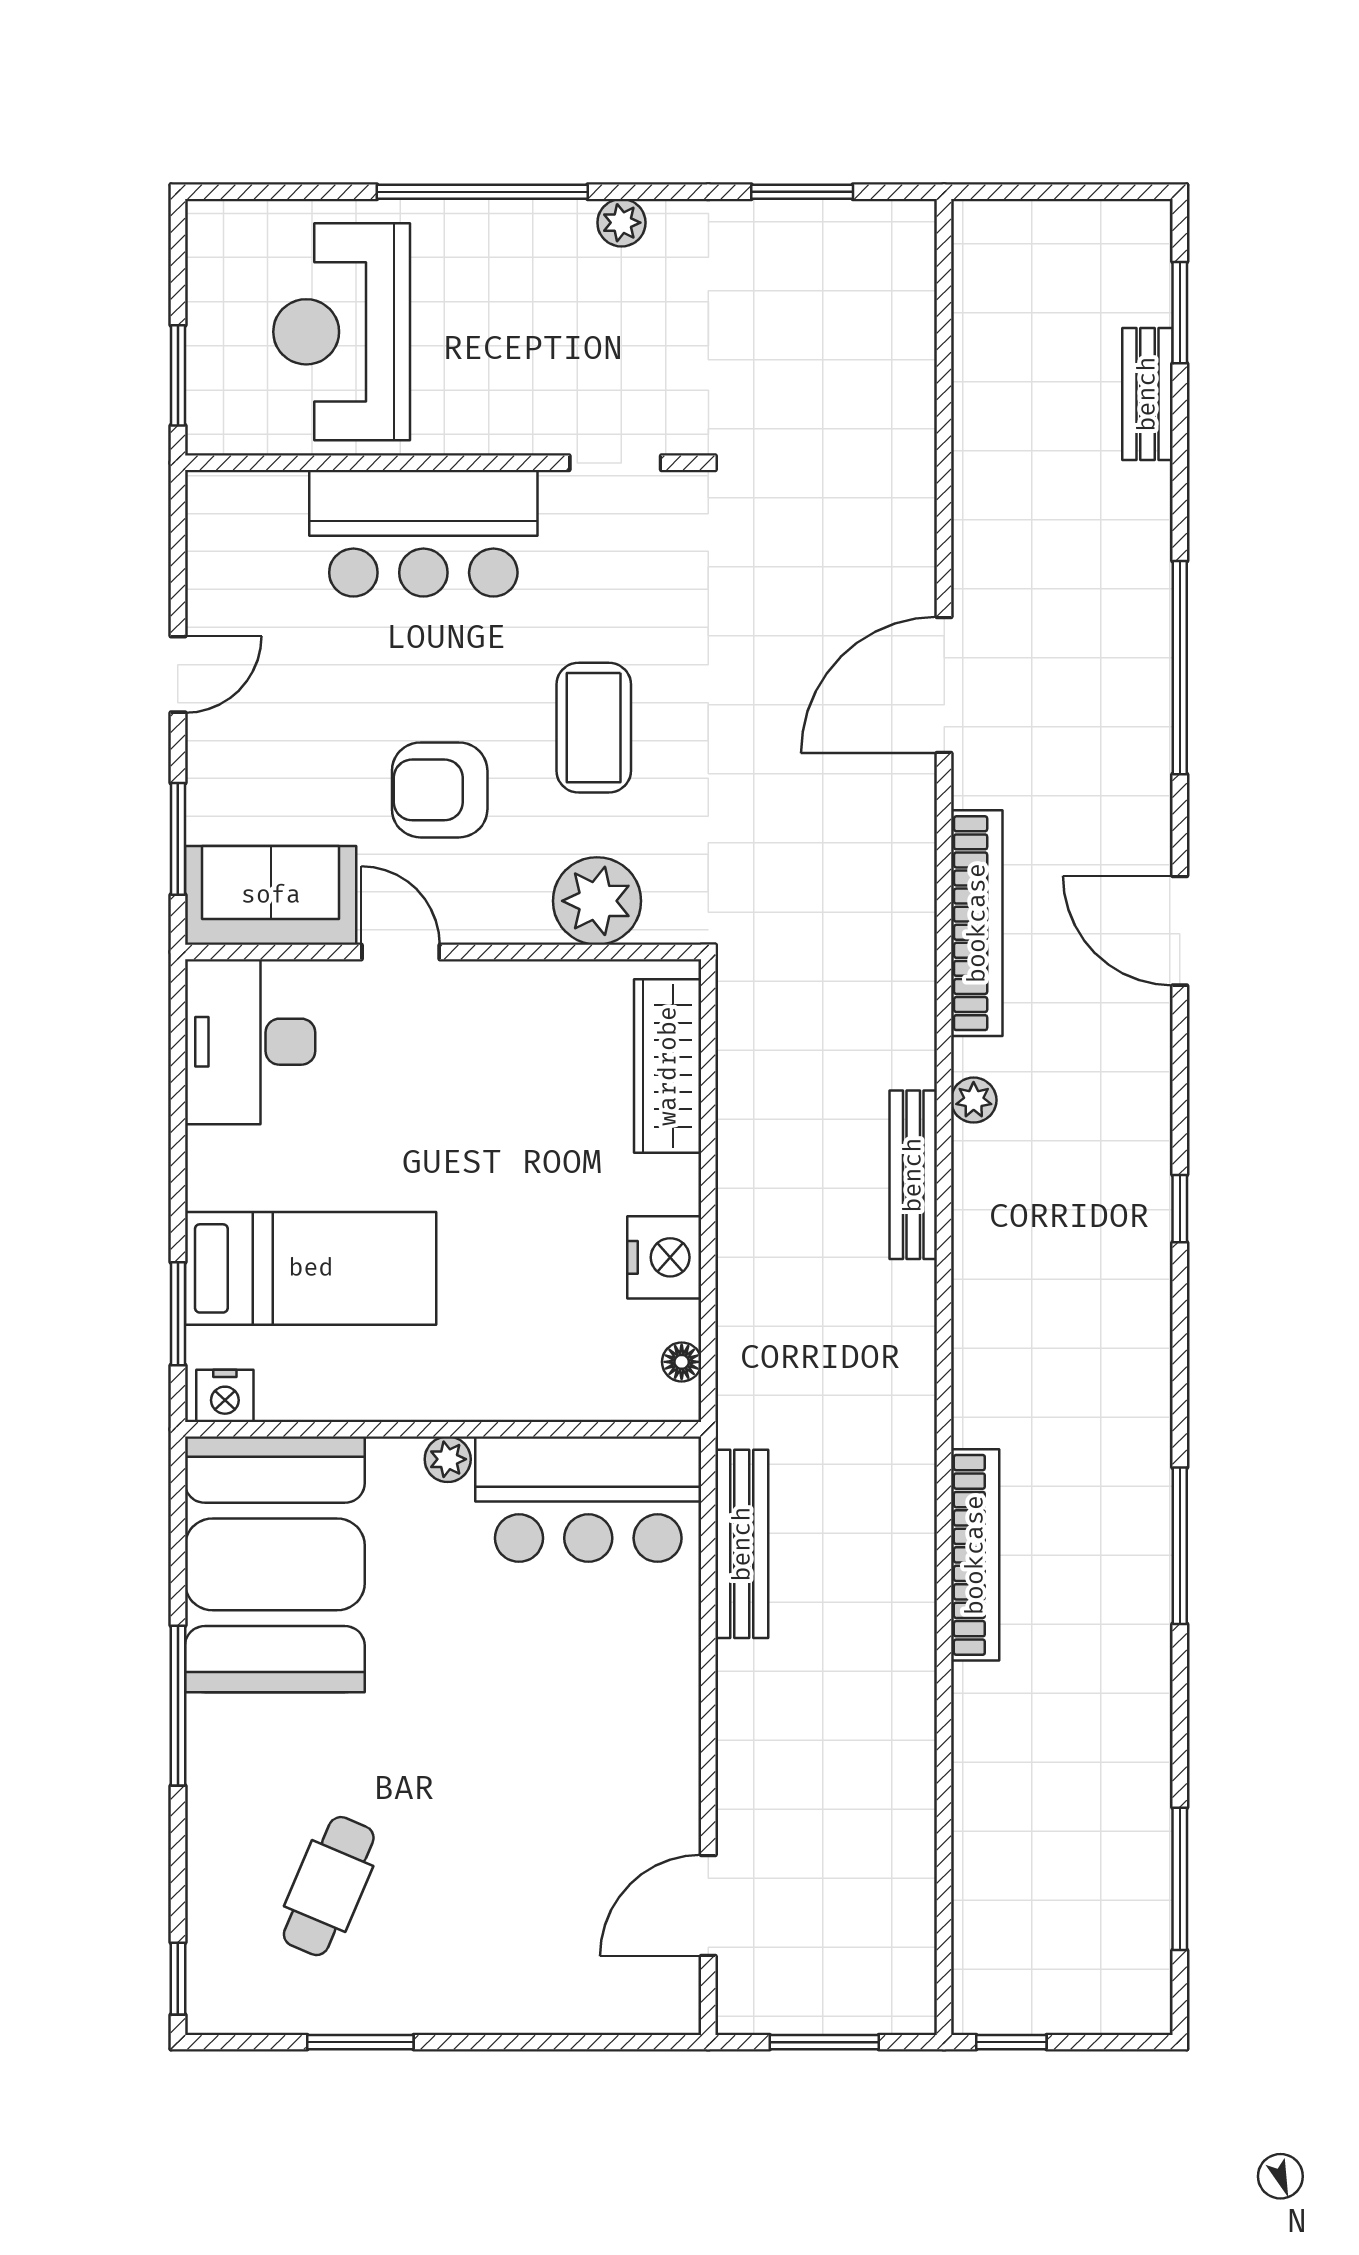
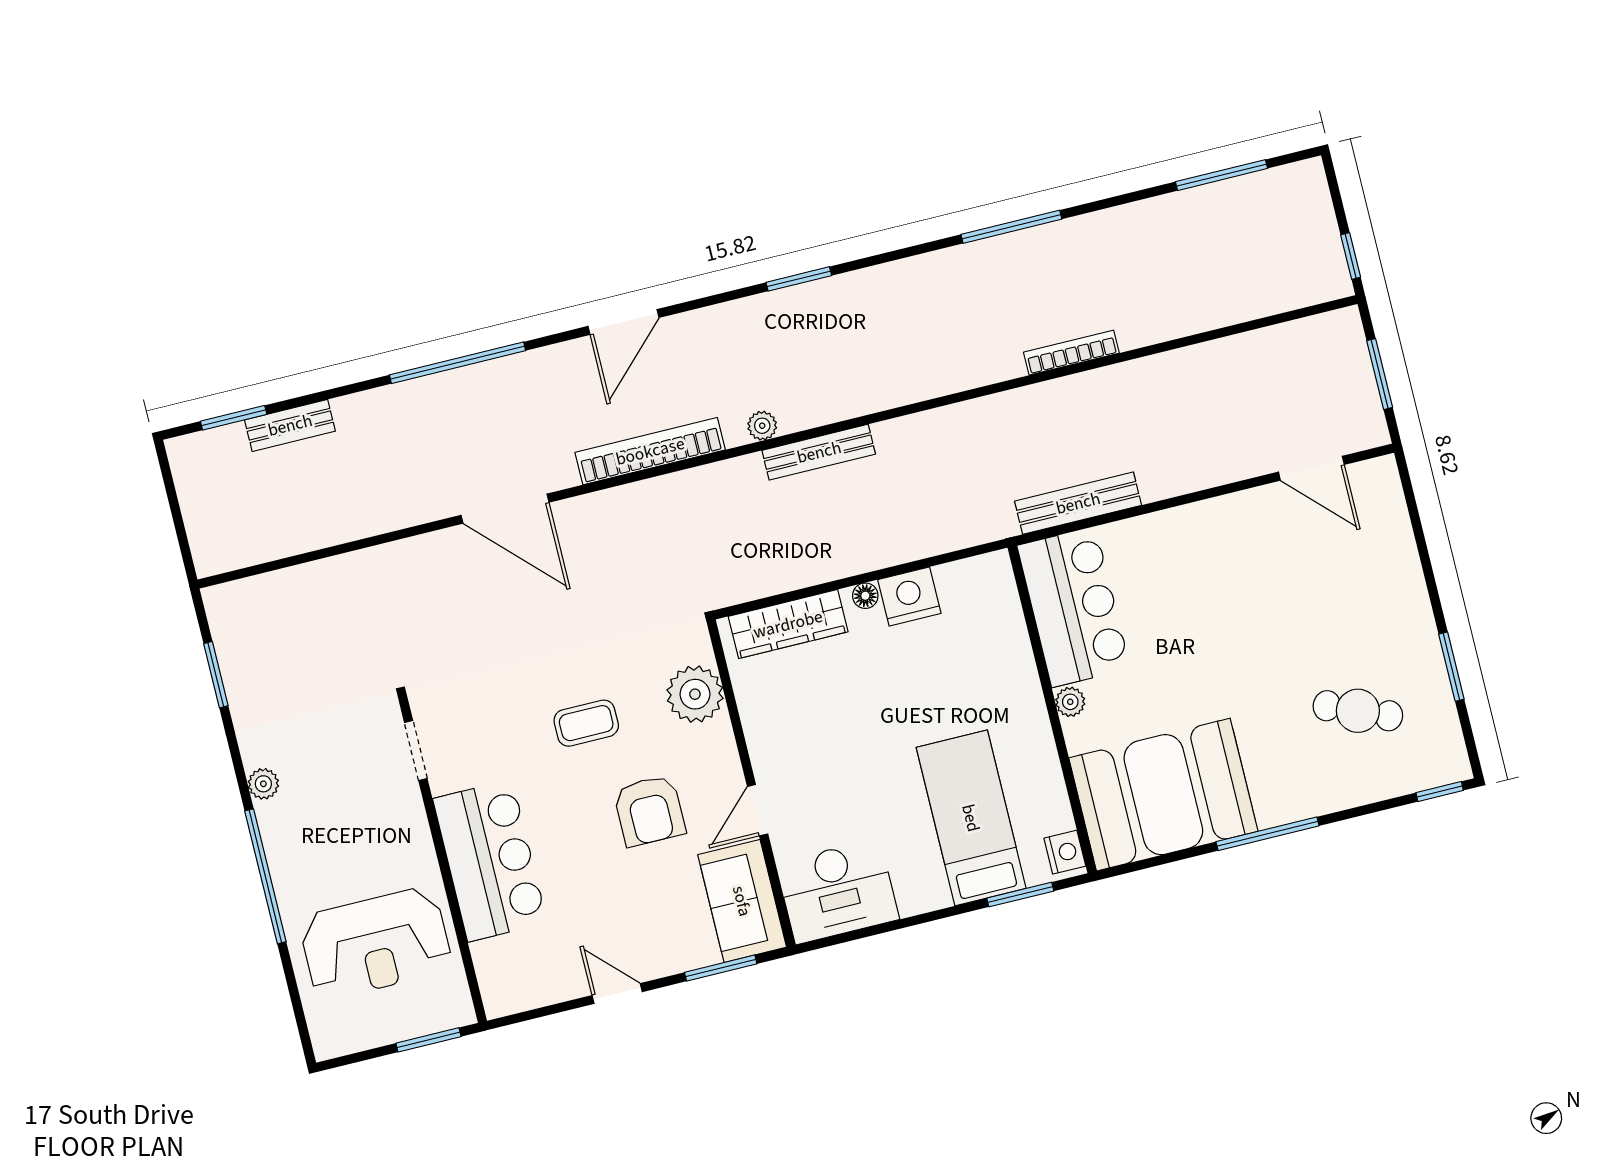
coffee table: (594, 728) -> (586, 723), width x0.73, depth x0.77
window: (1180, 1209) -> (799, 279), width x1.50
floor lamp: (682, 1362) -> (865, 596), moved
bookcase: (975, 1555) -> (1071, 353), width x0.68, depth x0.76

